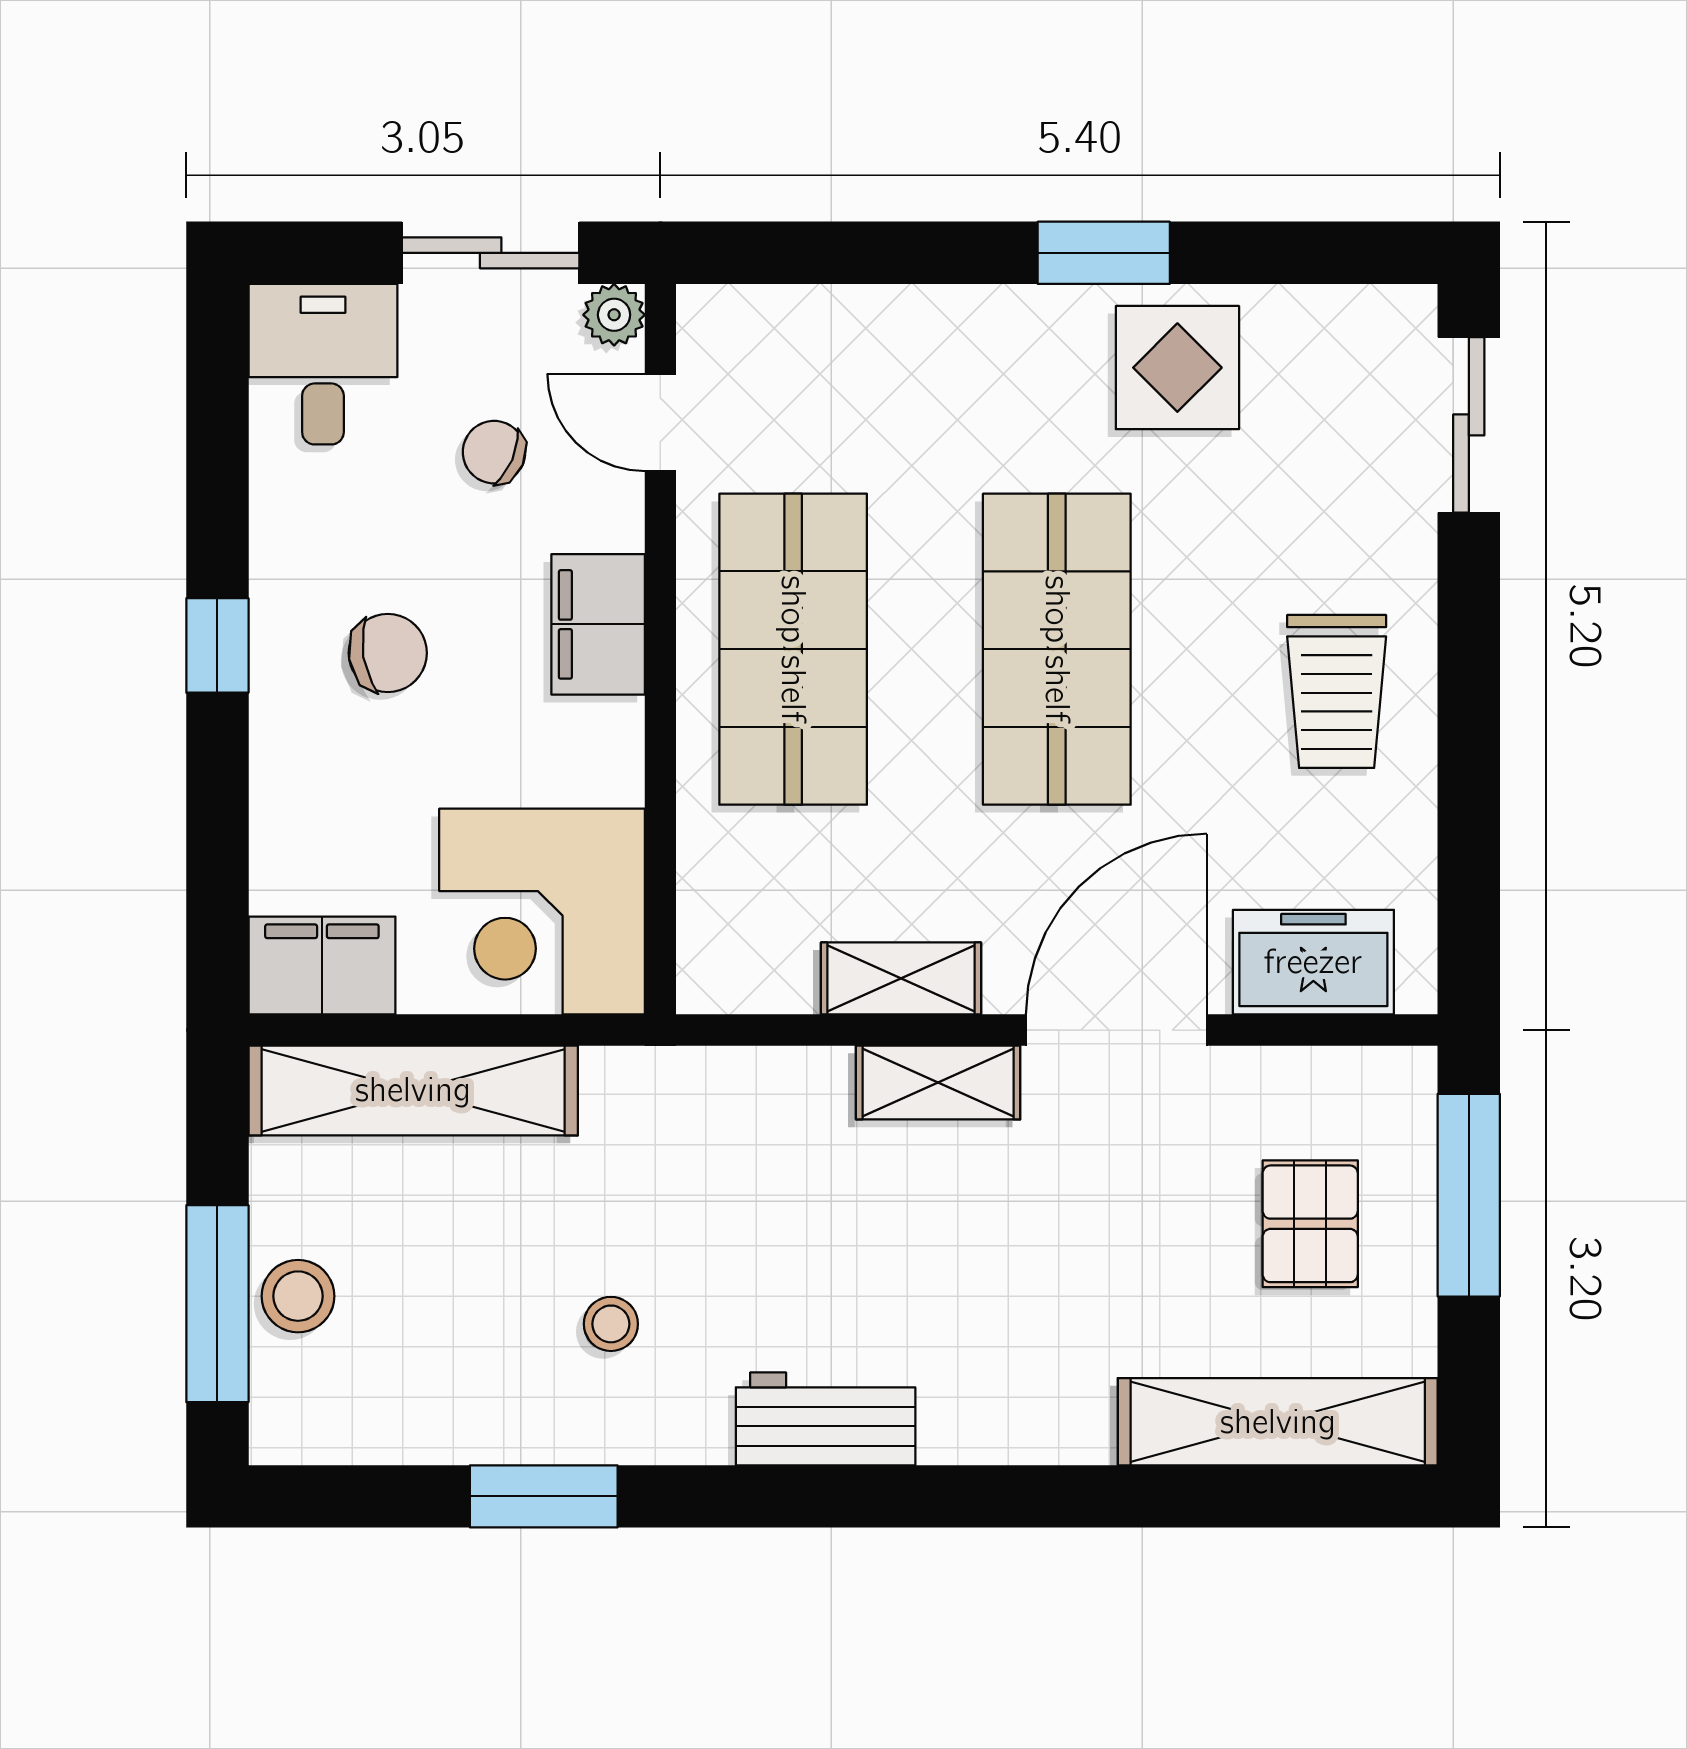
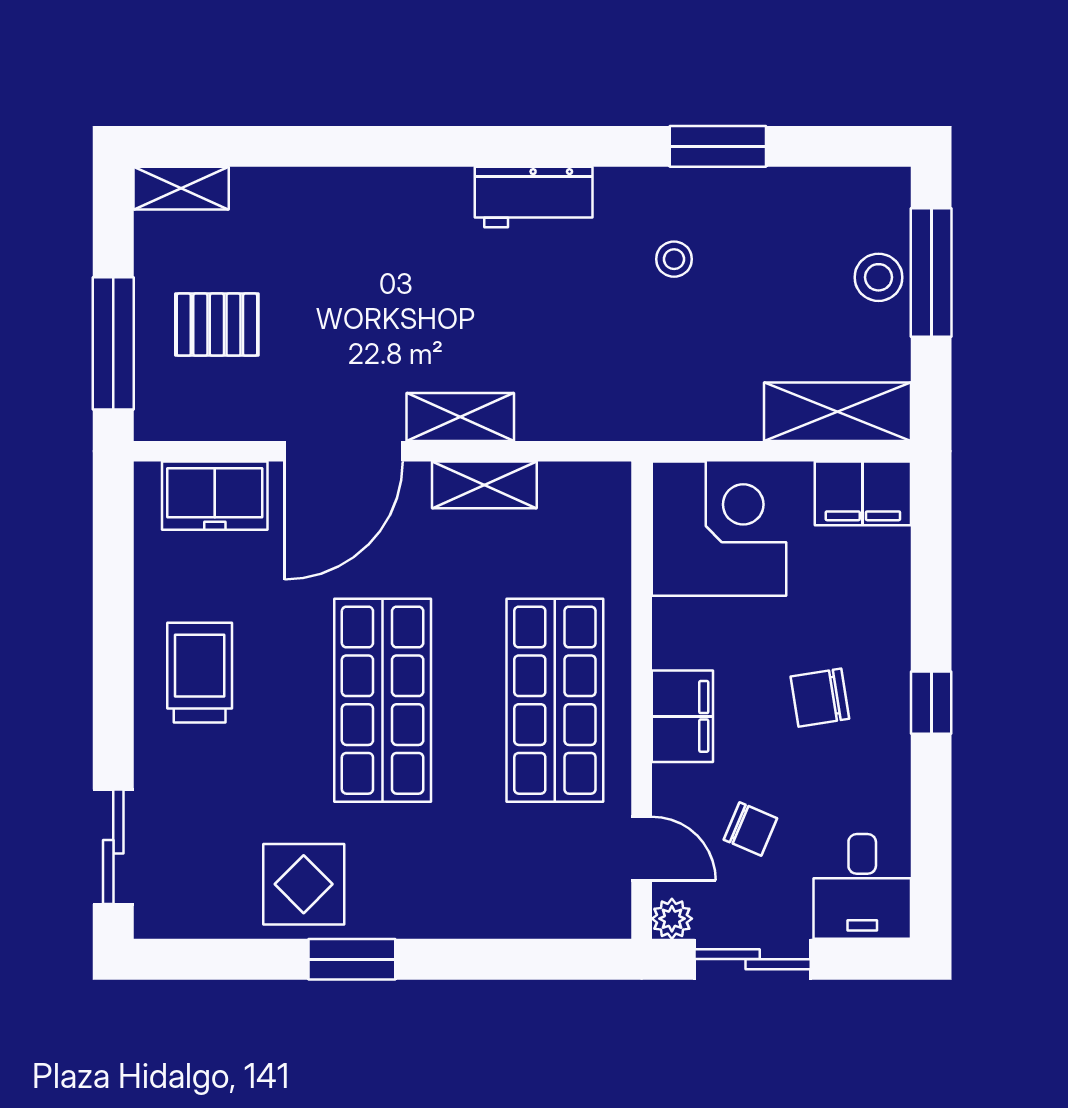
shelving: (413, 1090) -> (837, 412), width x0.68
pallet: (1310, 1224) -> (217, 325), turned 90
shelving: (1278, 1422) -> (181, 188), width x0.45, depth x0.75

